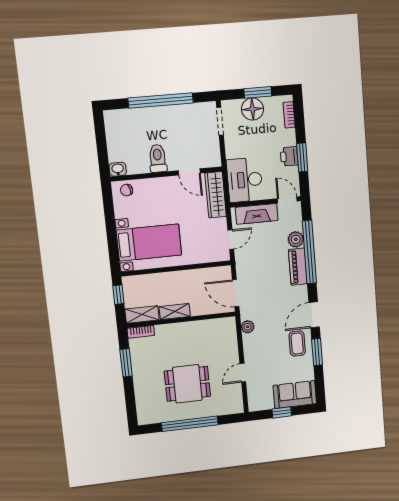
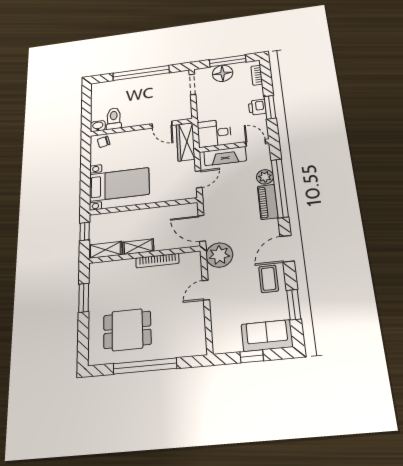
window: (258, 92) -> (228, 61), width x1.44
toilet: (158, 158) -> (114, 118), moved
desk: (245, 180) -> (214, 133), width x0.73
plant: (248, 327) -> (219, 255), width x1.88, depth x1.88
bookcase: (141, 332) -> (157, 261), moved, width x1.56
window: (317, 352) -> (294, 305), moved
door: (243, 373) -> (206, 290), moved
dining table: (187, 384) -> (127, 330), moved

